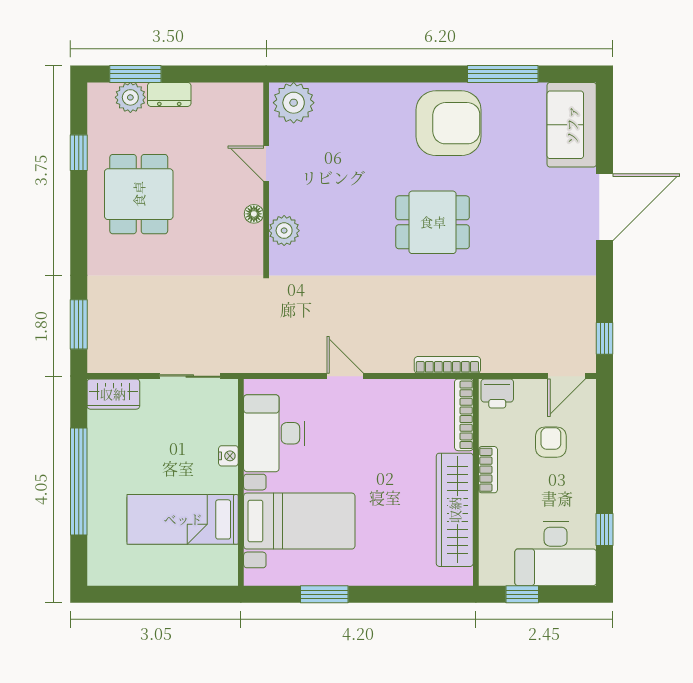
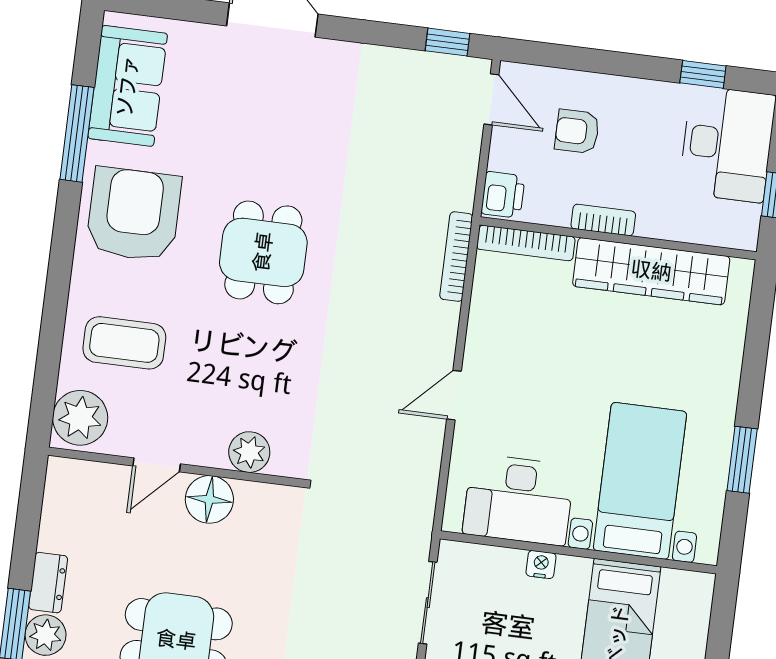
sofa: (572, 125) -> (128, 86), moved, turned -90
coffee table: (353, 128) -> (124, 343), added
floor lamp: (254, 214) -> (209, 499), width x1.89, depth x1.89

